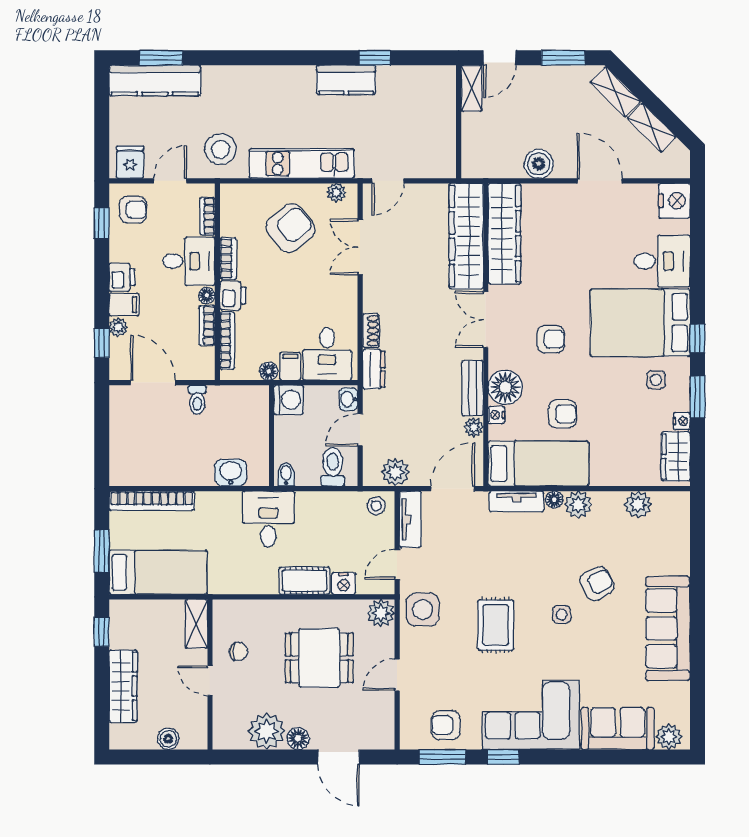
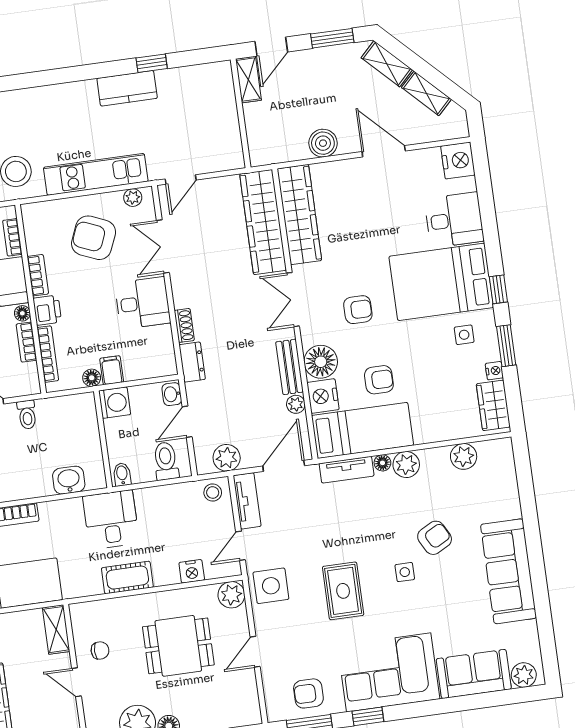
armchair: (290, 228) -> (94, 238), turned -118
desk: (327, 354) -> (143, 303), moved, turned -90
nightstand: (496, 415) -> (323, 396), width x1.89, depth x1.79
cot: (304, 581) -> (127, 578), moved

